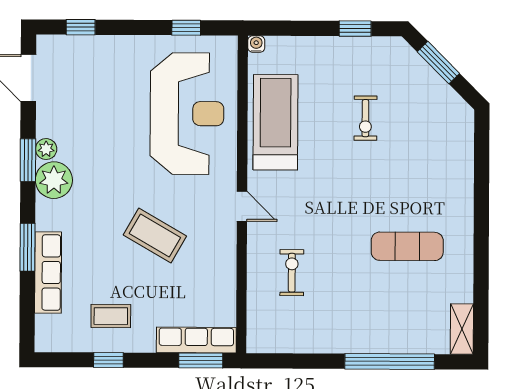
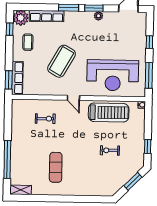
window: (81, 27) -> (149, 42), moved
window: (186, 28) -> (149, 75), width x2.17
plant: (54, 180) -> (21, 18), moved
door: (242, 206) -> (73, 98), hinge flipped
coffee table: (155, 236) -> (62, 61), width x1.36, depth x1.32
window: (27, 247) -> (69, 8), moved
window: (108, 360) -> (10, 29), moved

